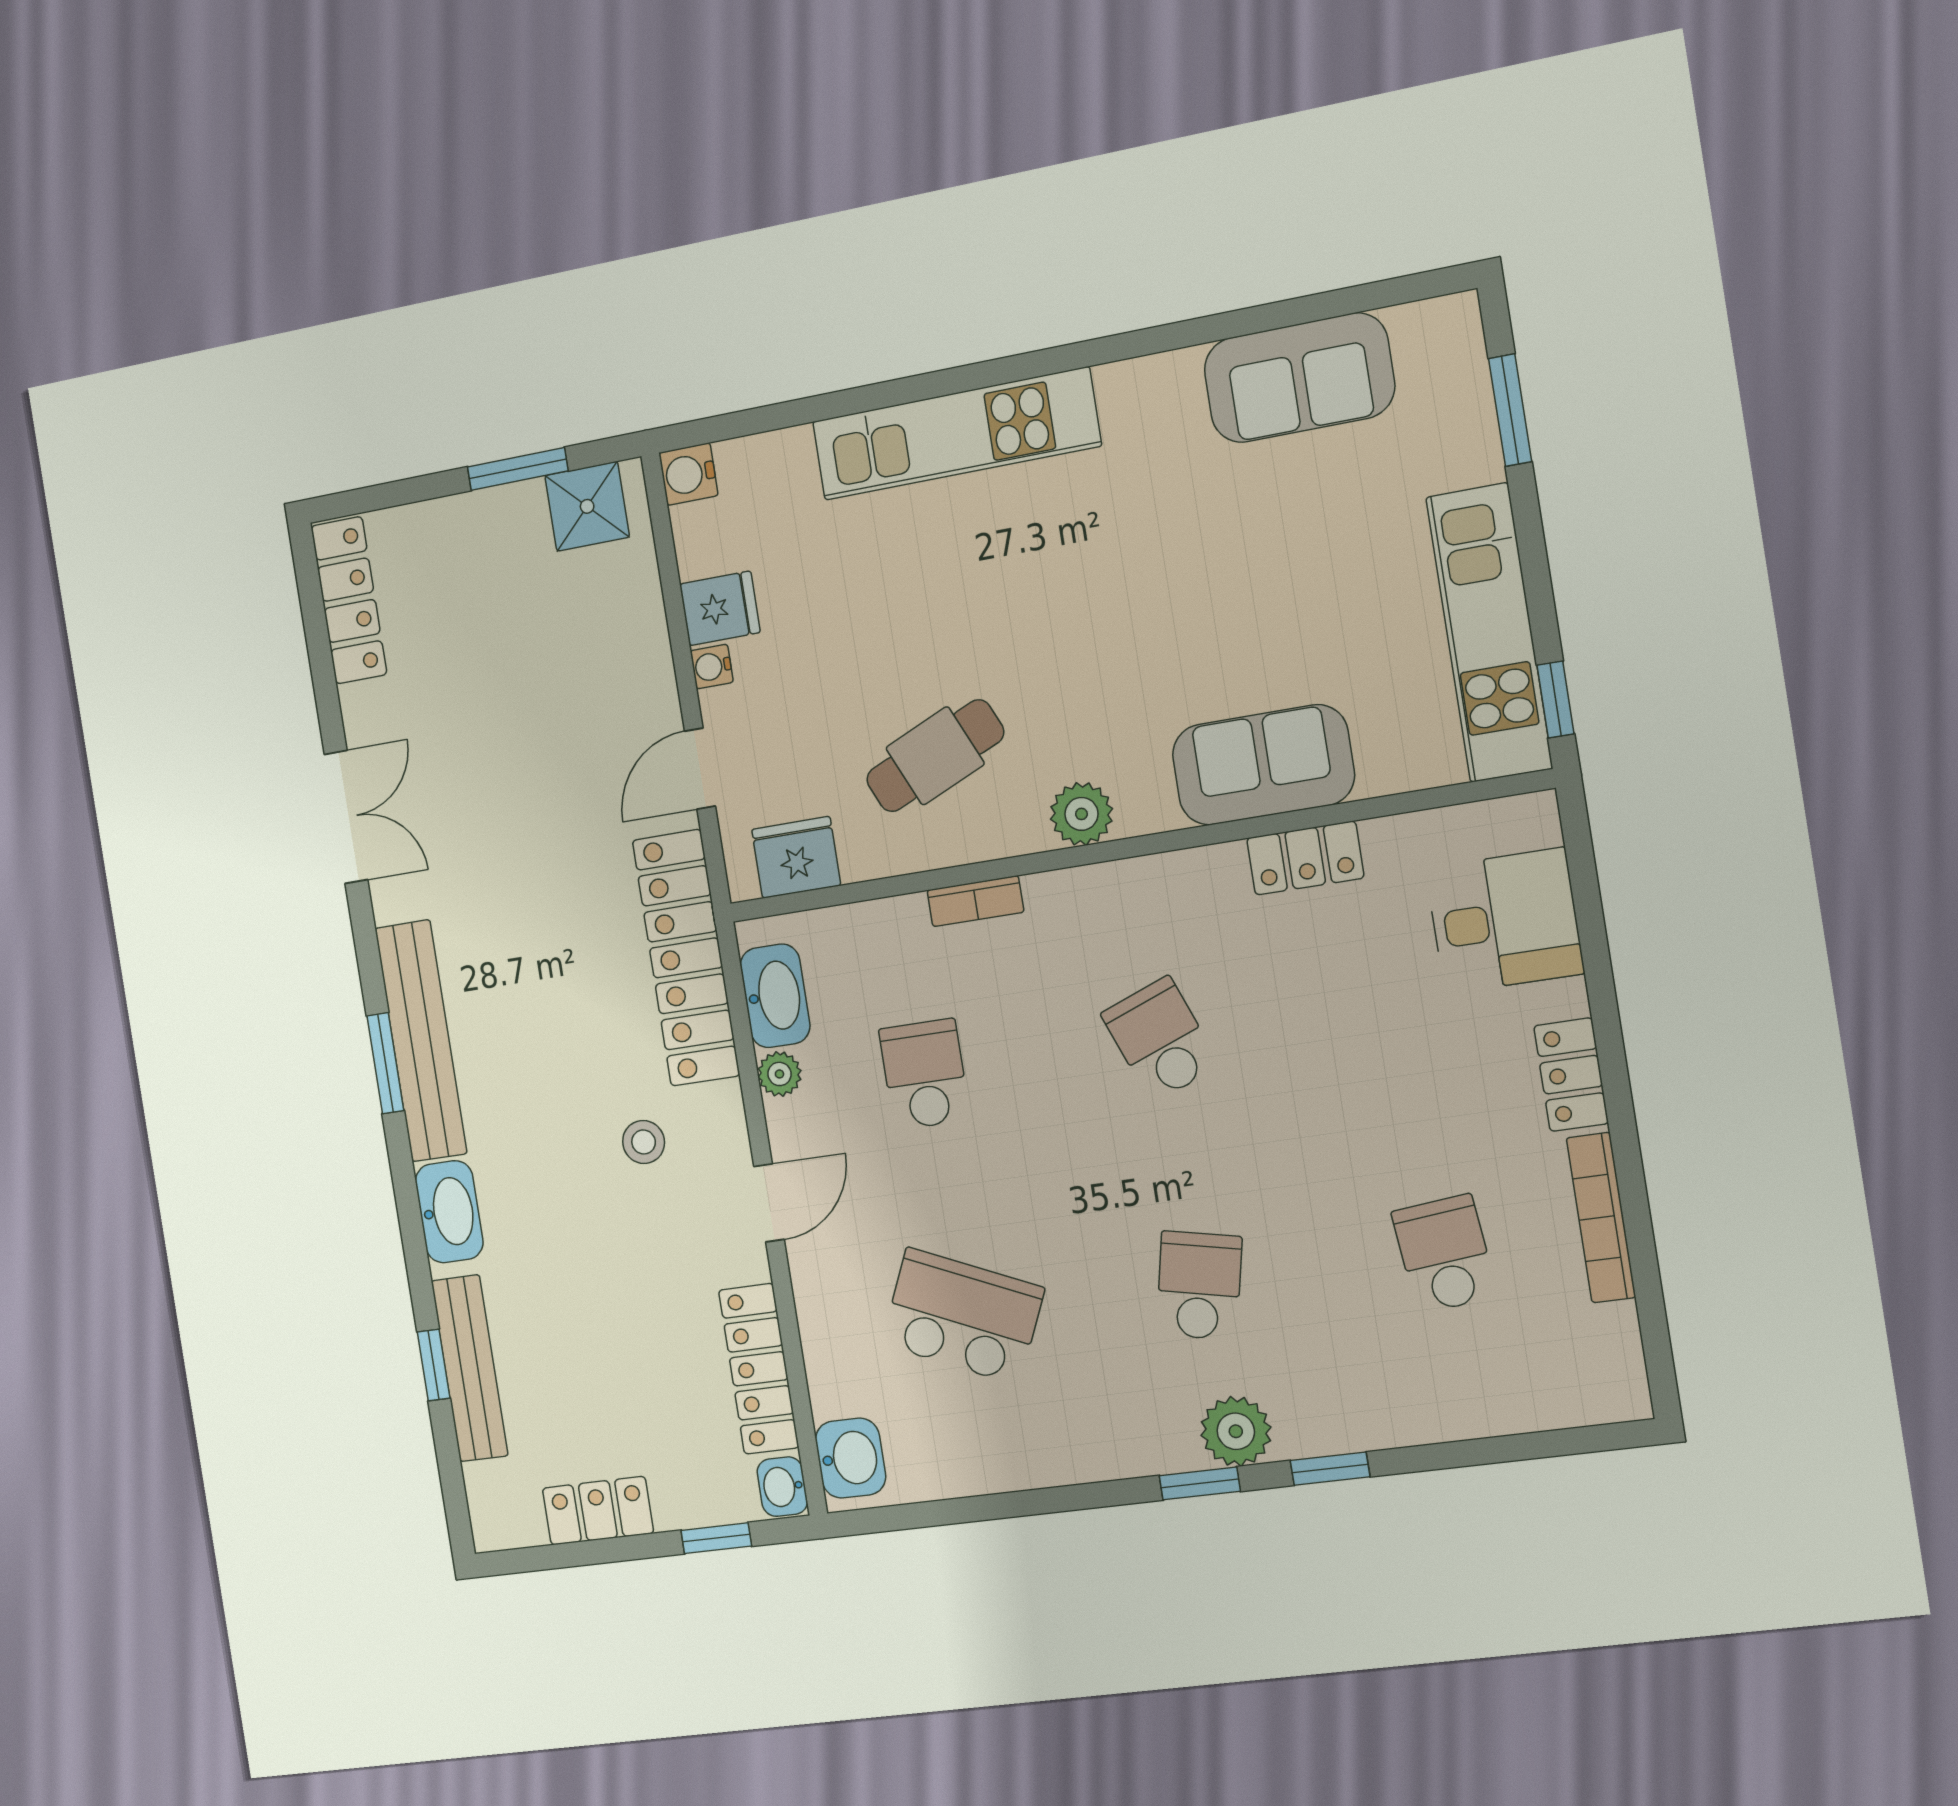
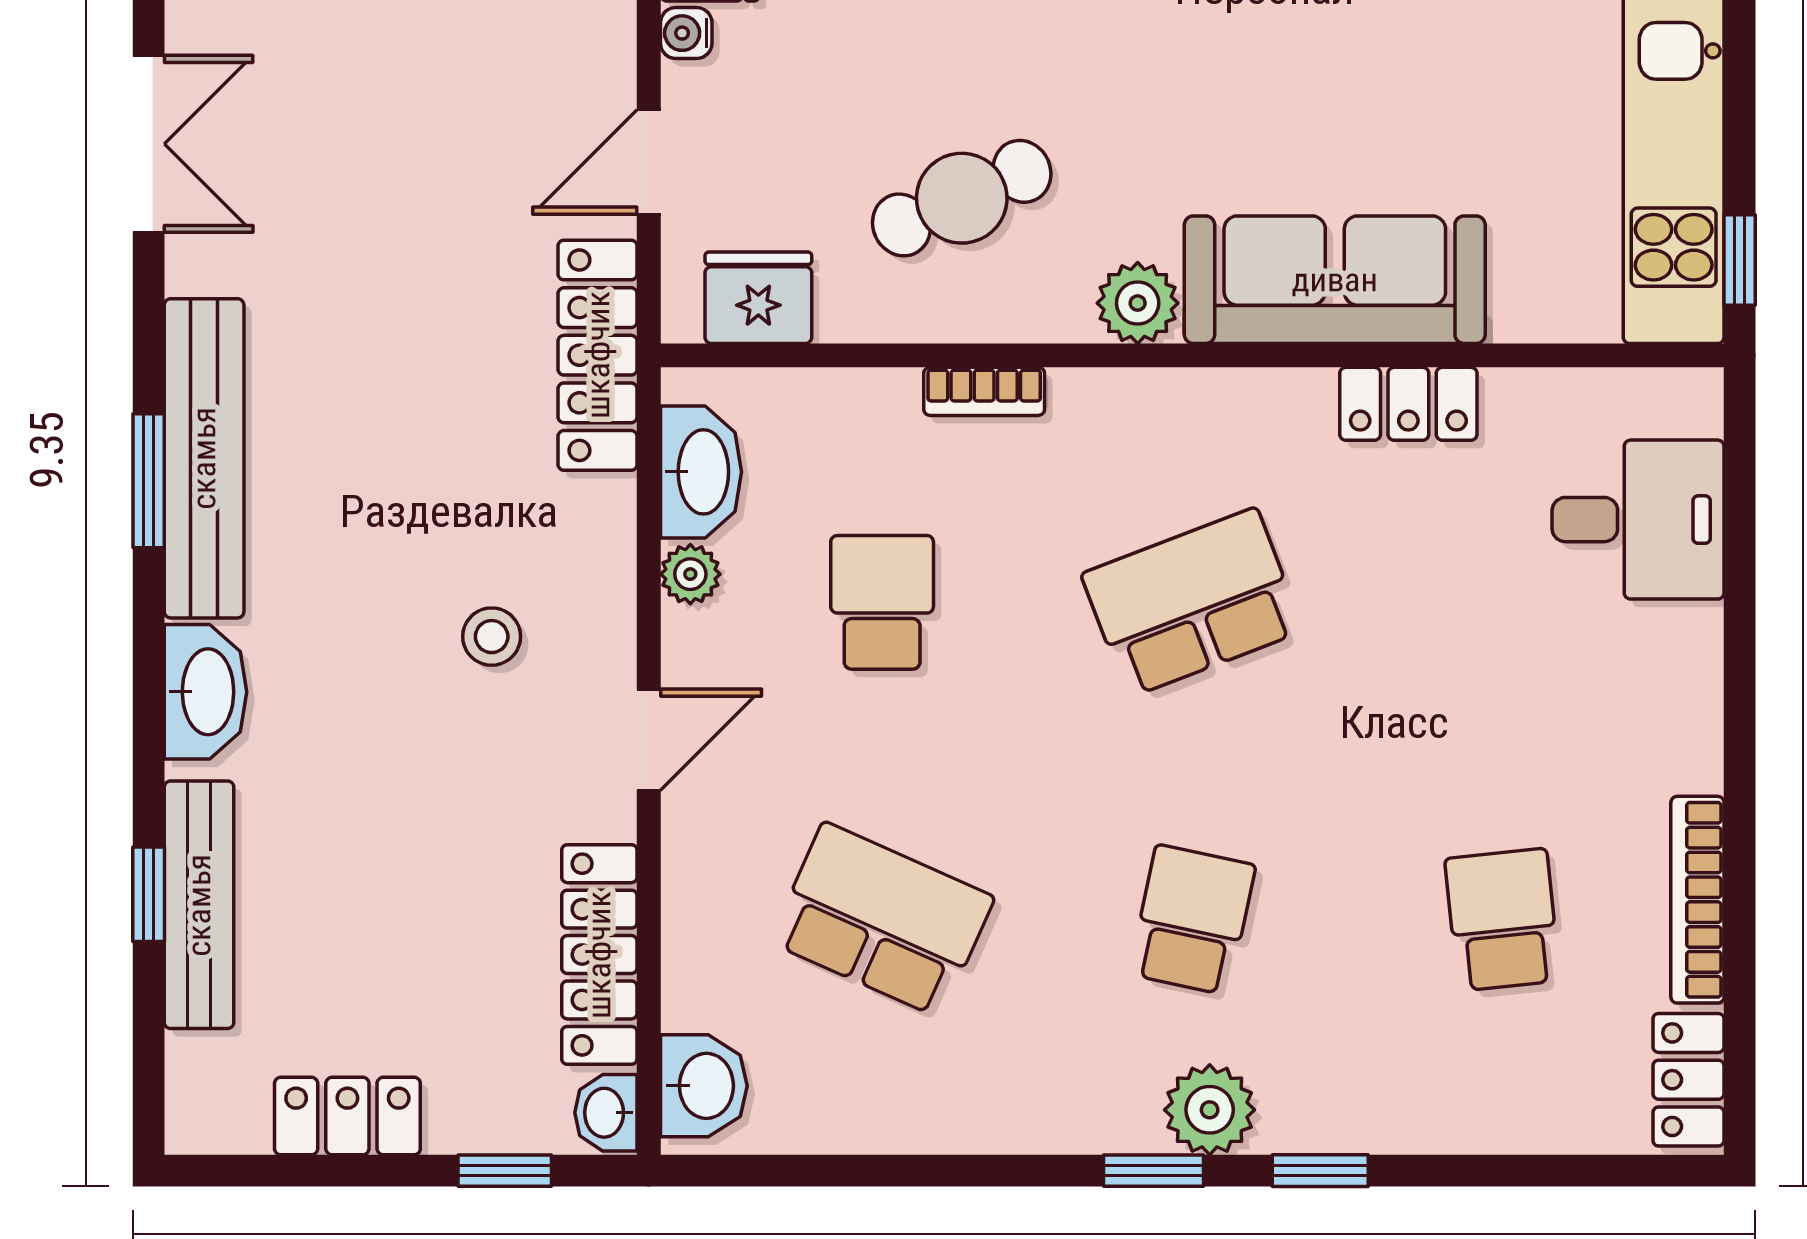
sofa: (1263, 765) -> (1335, 280), width x1.36
locker: (686, 958) -> (598, 355), width x0.71, depth x0.83
school desk: (1160, 1039) -> (1192, 602), width x1.85
locker: (1571, 1075) -> (1688, 1080), moved

